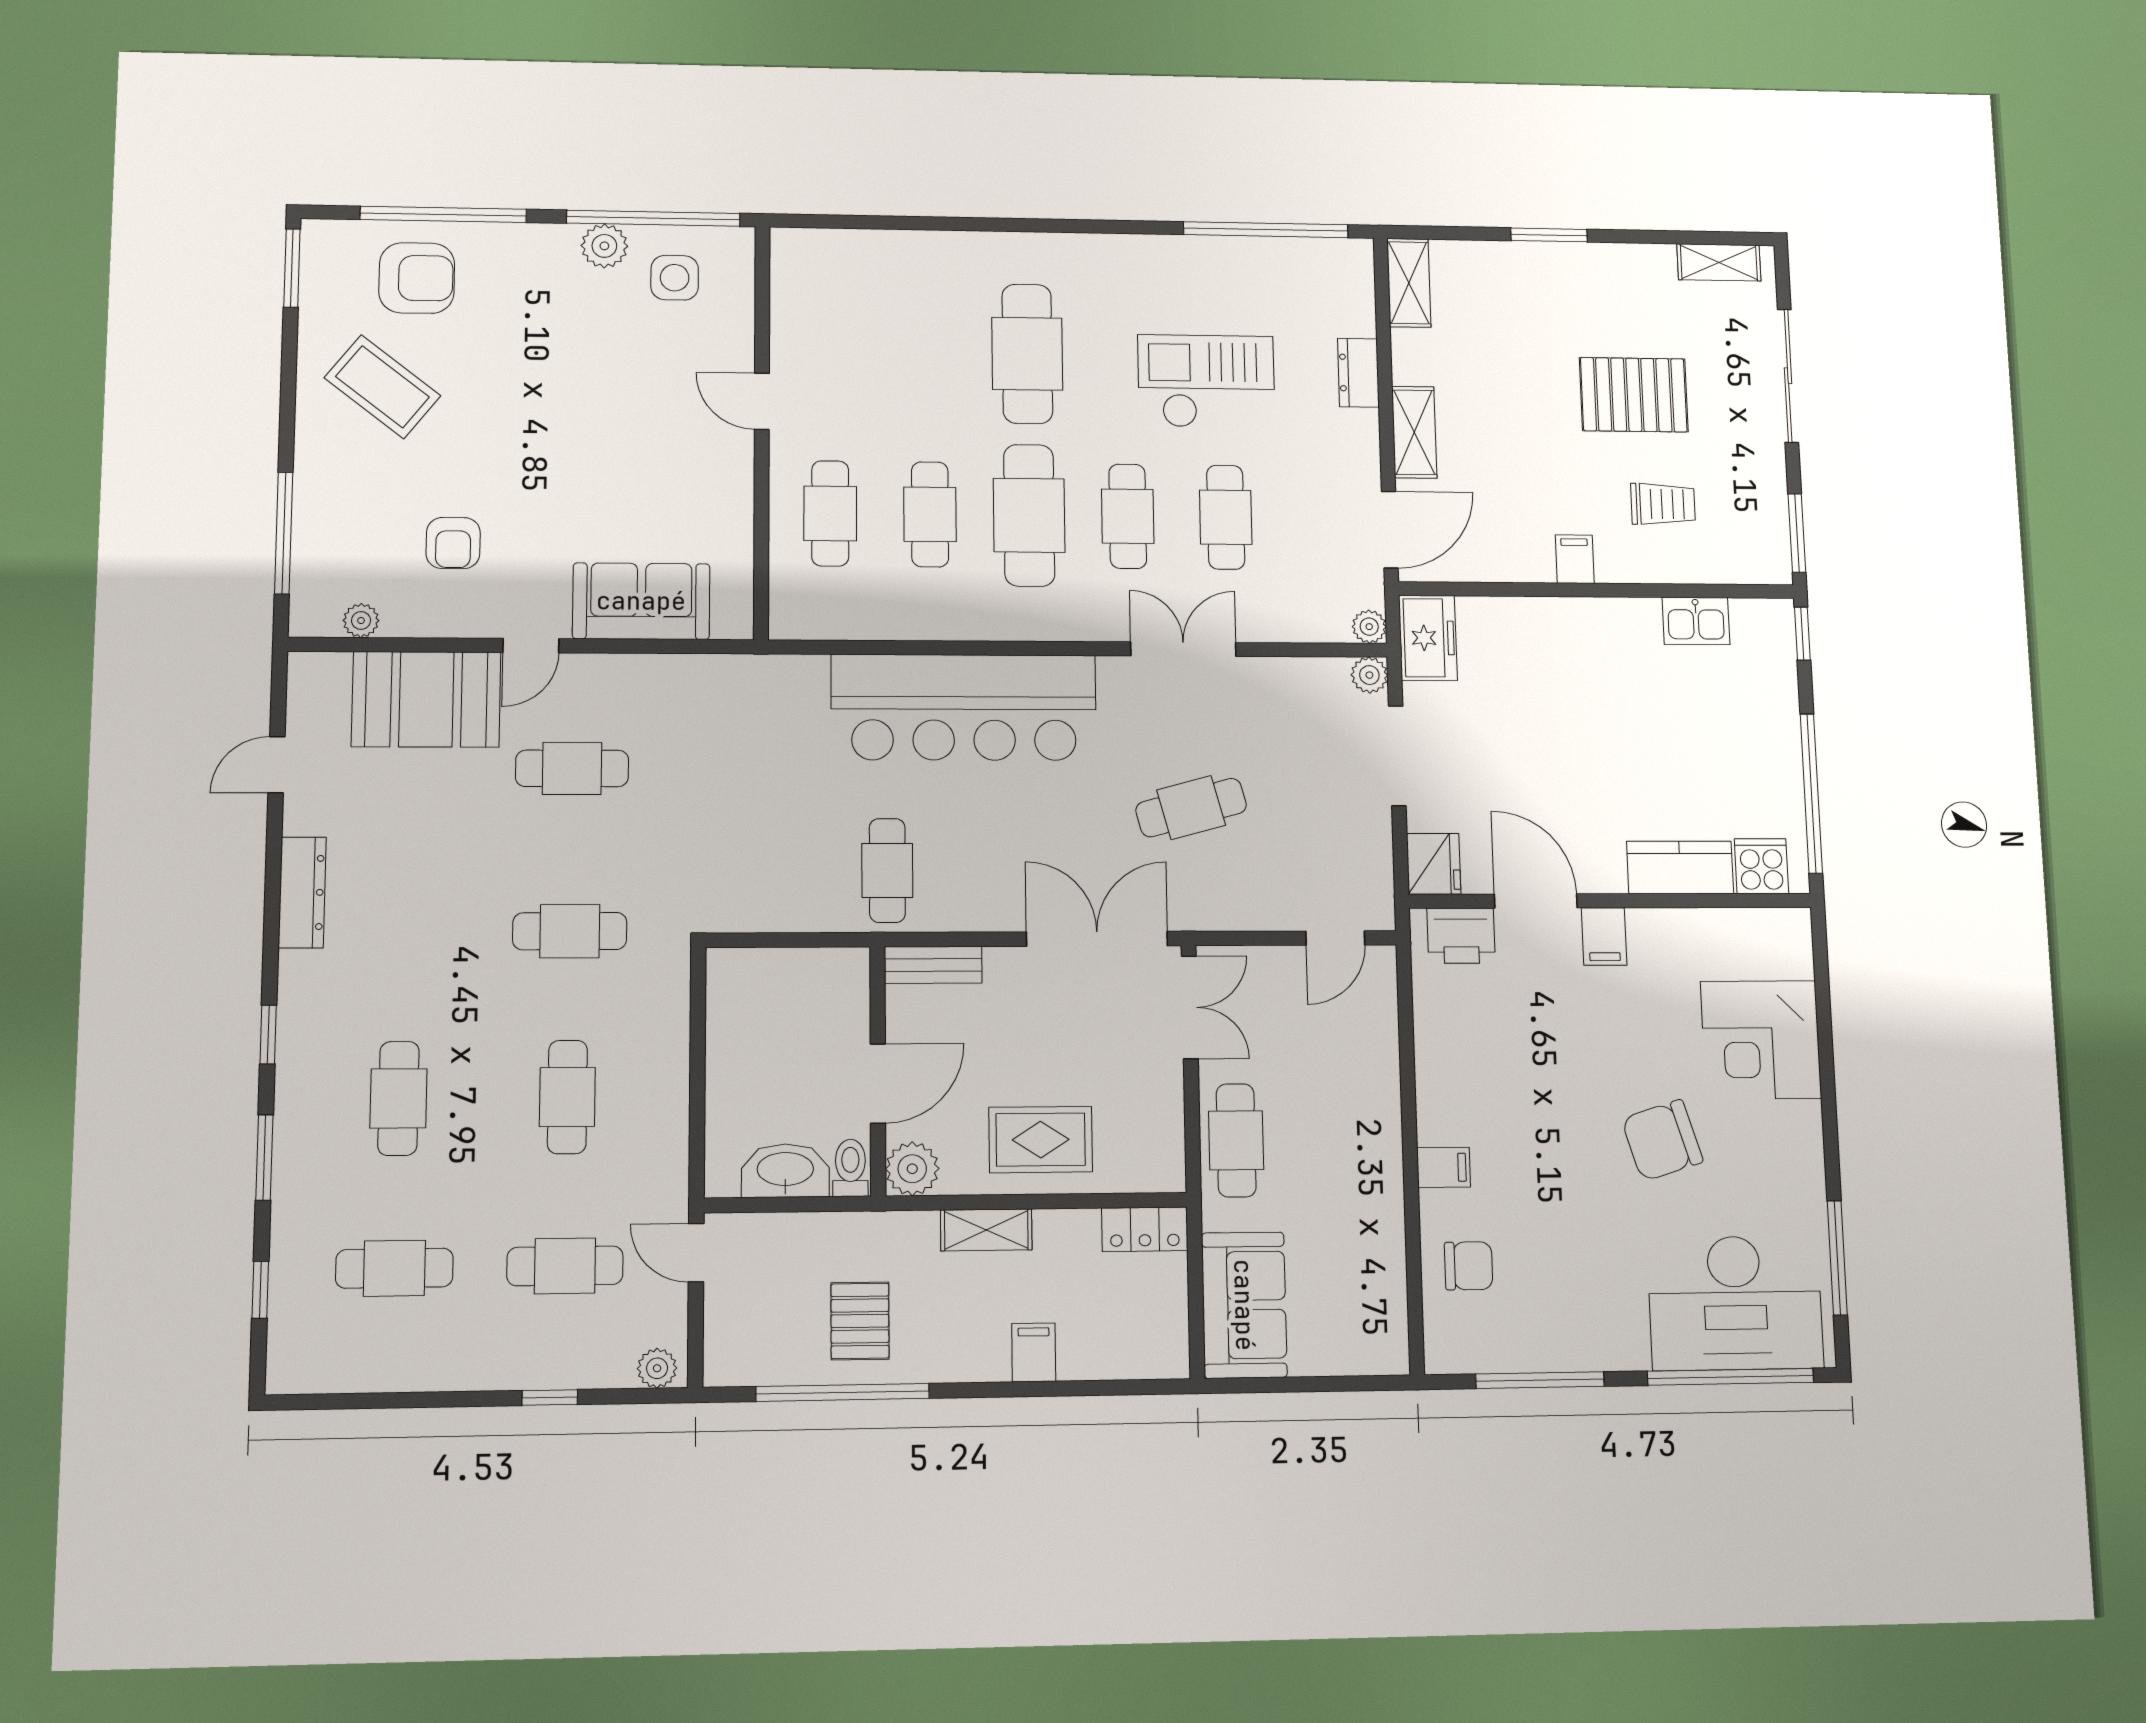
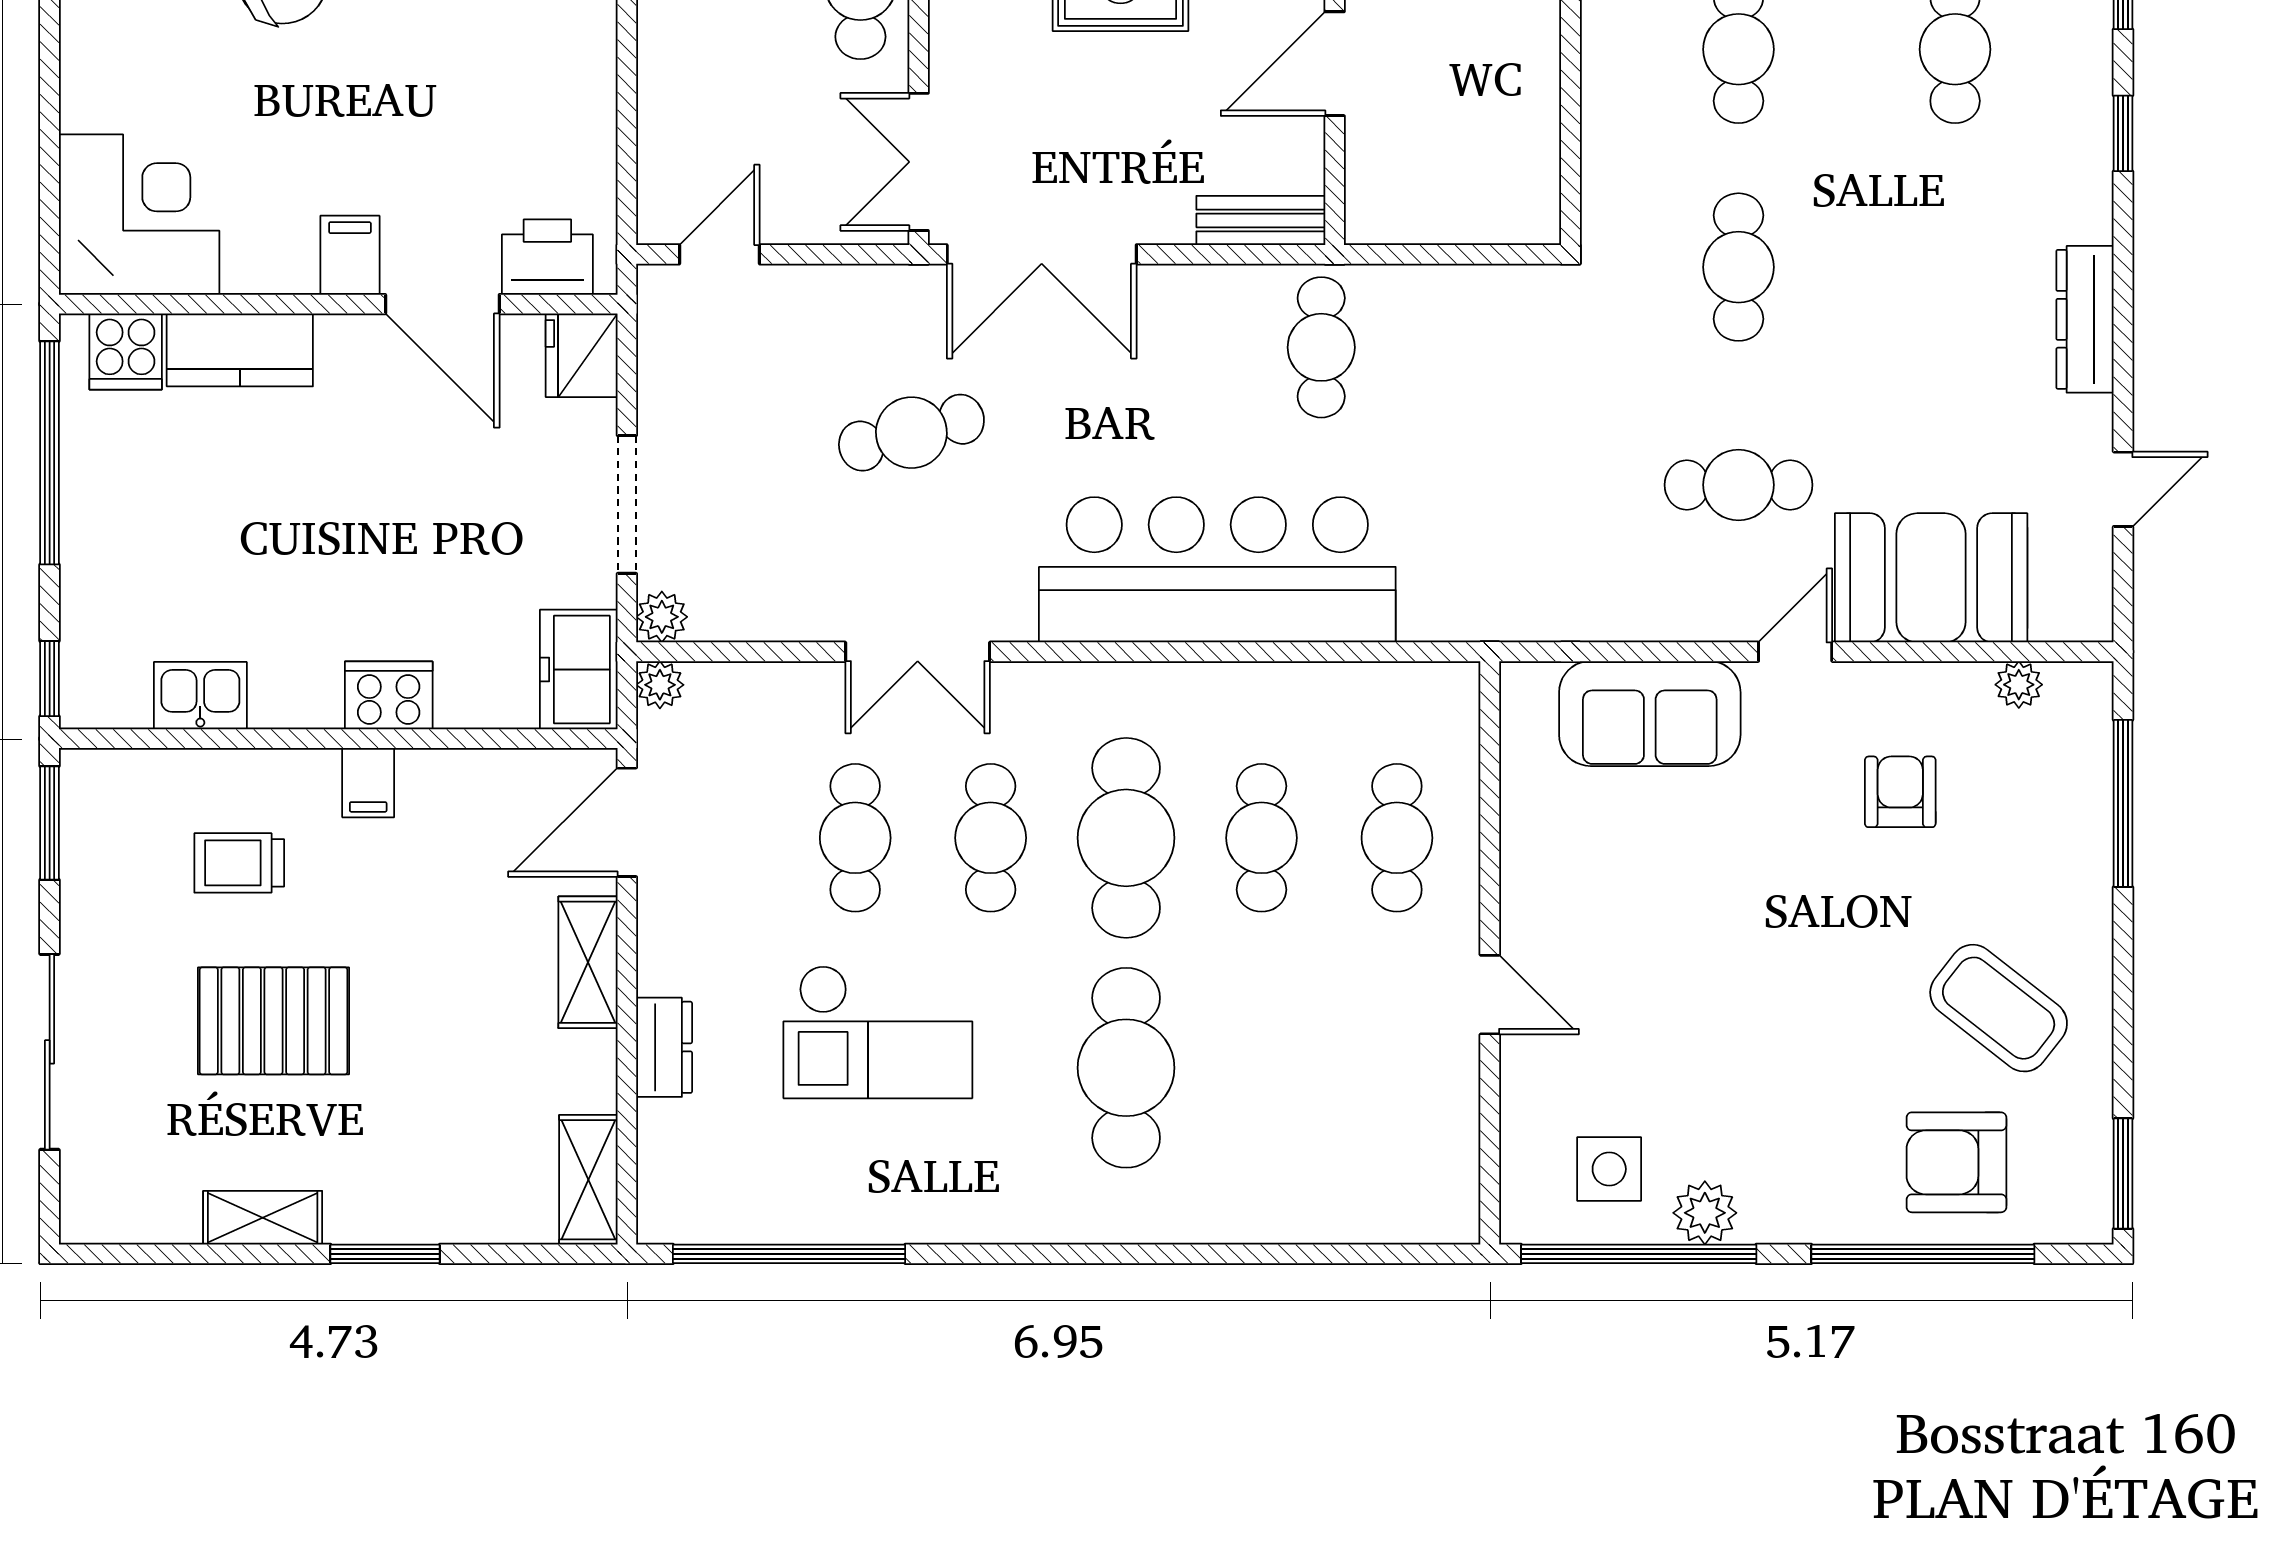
shelving: (1719, 262) -> (263, 1218), moved
cooker: (1563, 620) -> (389, 695), added
cafe table: (570, 931) -> (1739, 267), turned 90
corner desk: (1761, 1040) -> (139, 215), moved

